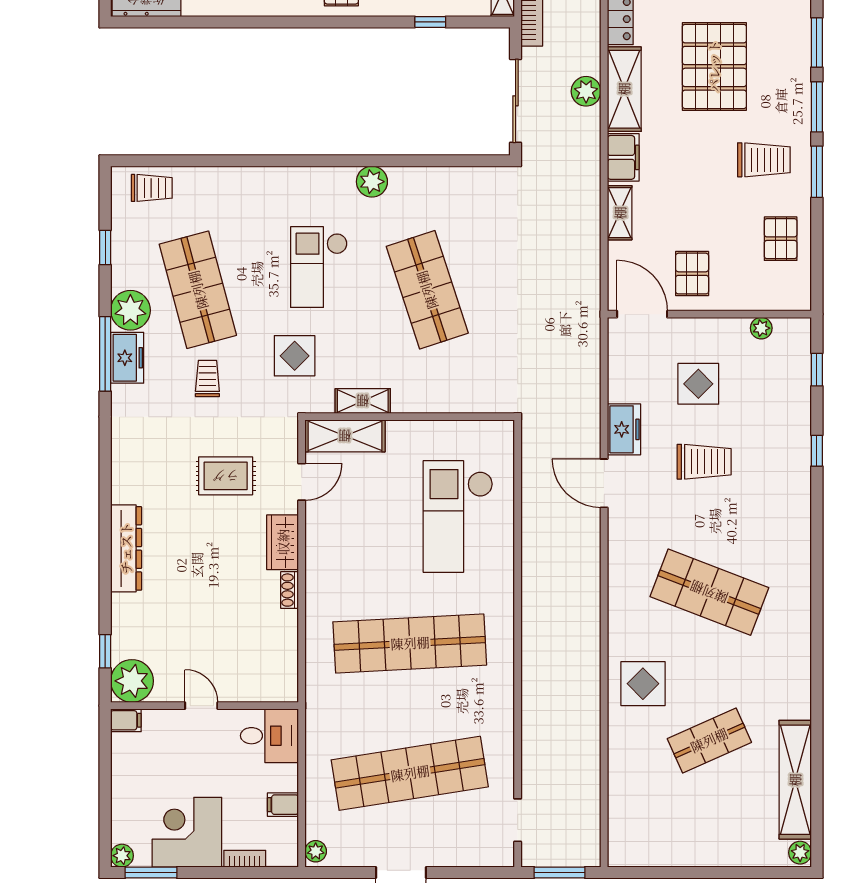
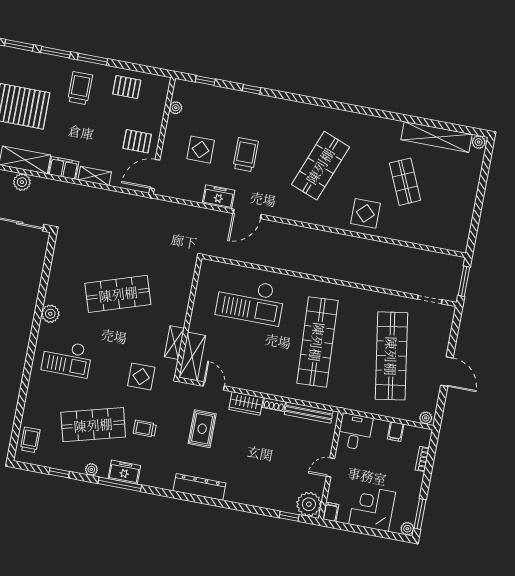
checkout: (319, 267) -> (67, 358), moved
plant: (130, 310) -> (91, 469), width x0.53, depth x0.53
dresser: (126, 548) -> (199, 487), moved
bench: (287, 651) -> (309, 413), added
corner desk: (187, 832) -> (372, 508), moved, turned 90

